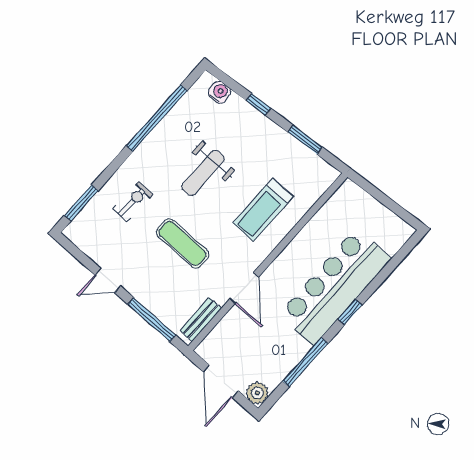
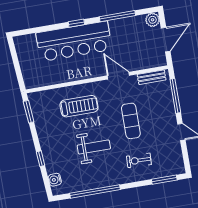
window: (305, 140) -> (29, 112), moved
door: (244, 288) -> (118, 76), hinge flipped

